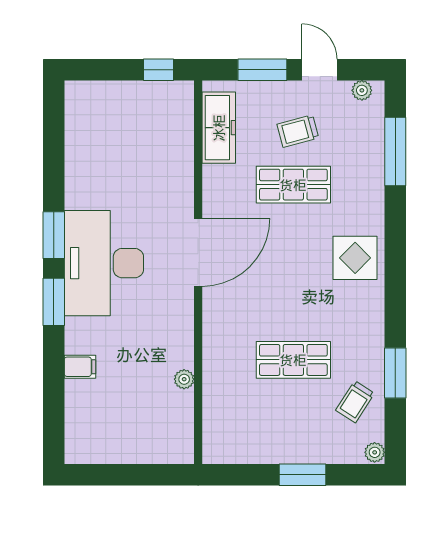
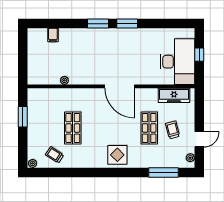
window: (159, 70) -> (199, 55), moved
window: (262, 70) -> (199, 114), removed
desk: (104, 263) -> (177, 62), moved, turned 90
filing cabinet: (80, 367) -> (53, 35), moved
window: (395, 373) -> (67, 172), removed
window: (303, 475) -> (23, 117), moved

